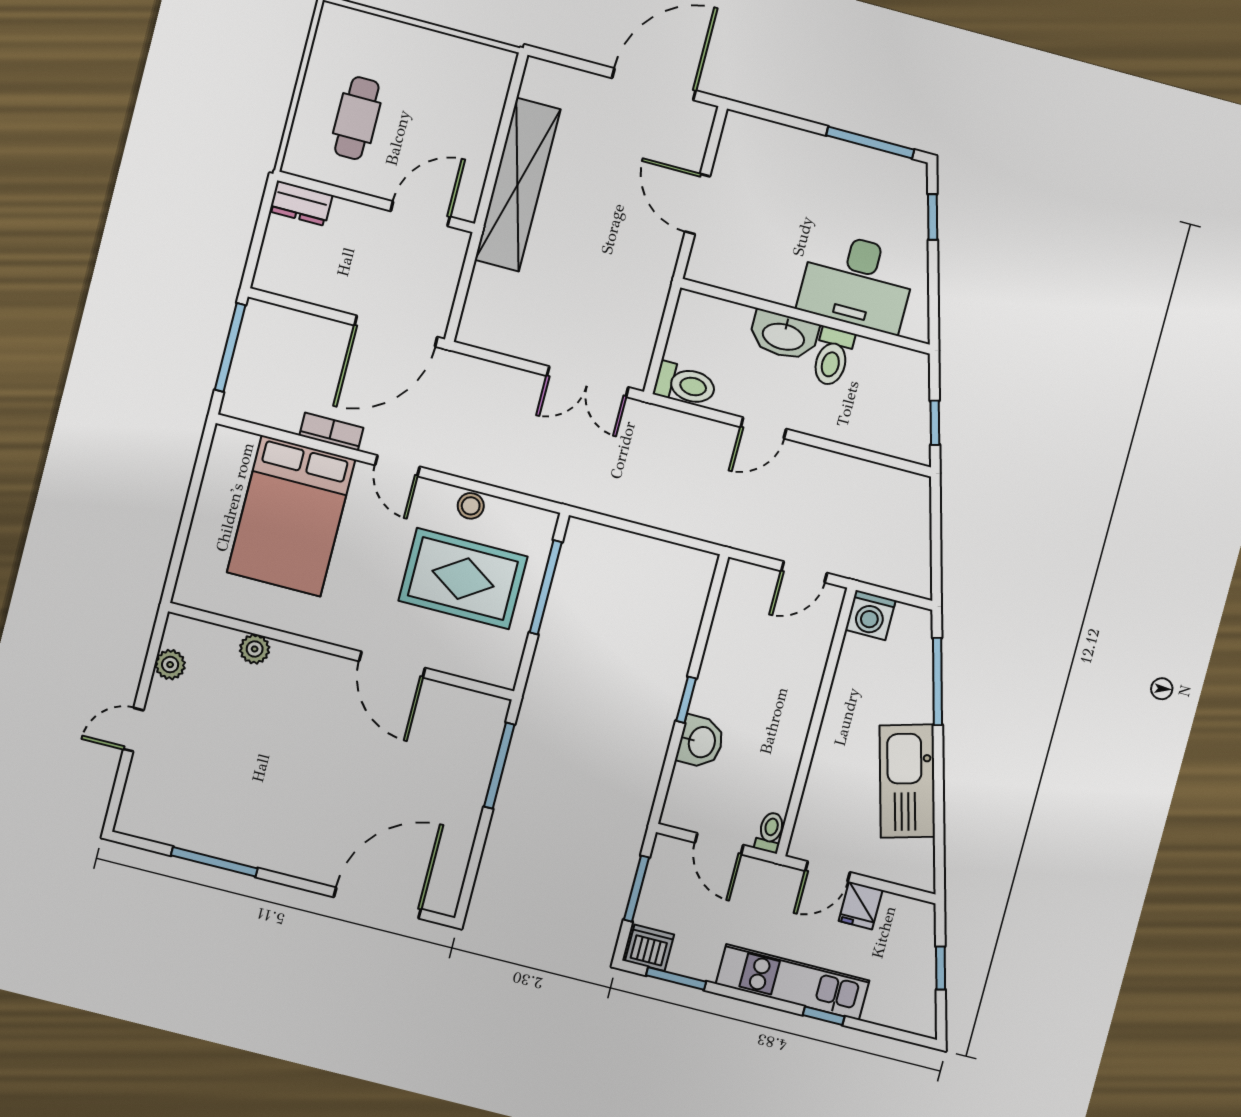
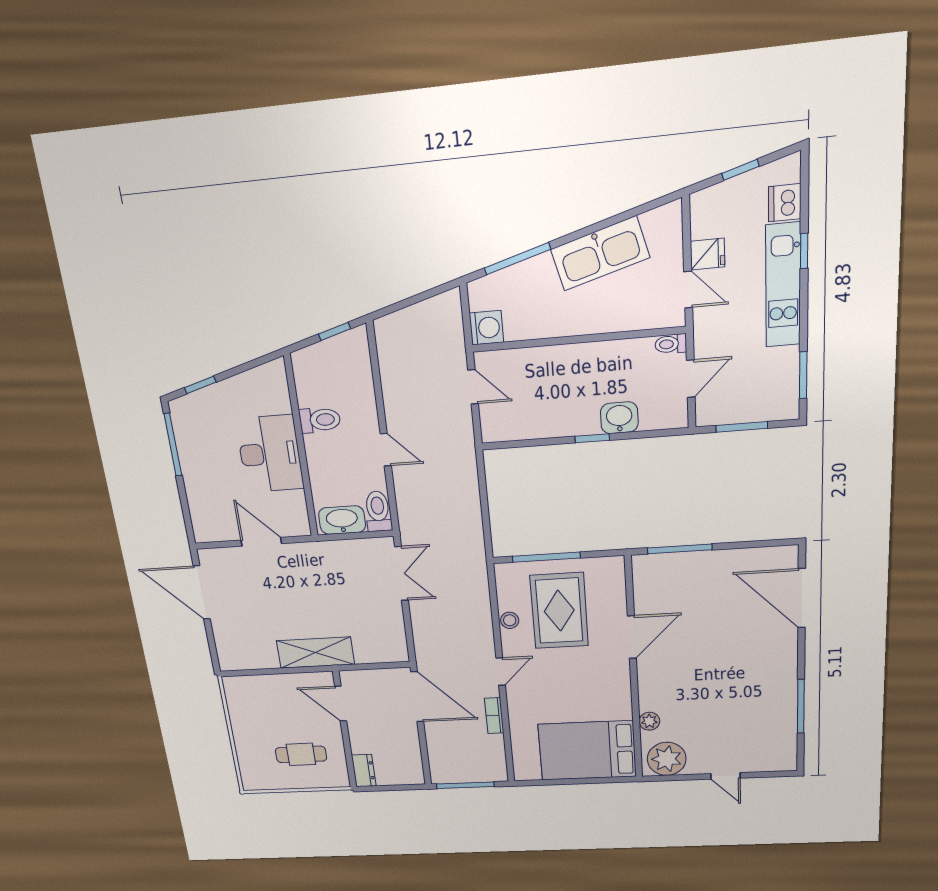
shelving: (518, 185) -> (316, 653), width x0.68
door: (698, 204) -> (261, 542), swing flipped
desk: (857, 282) -> (270, 454), moved
washbasin: (784, 336) -> (342, 520), moved, turned -90
bed: (291, 516) -> (587, 751), moved, turned 180
plant: (170, 665) -> (667, 759), width x1.88, depth x1.88
dishwasher: (649, 948) -> (785, 203), moved

